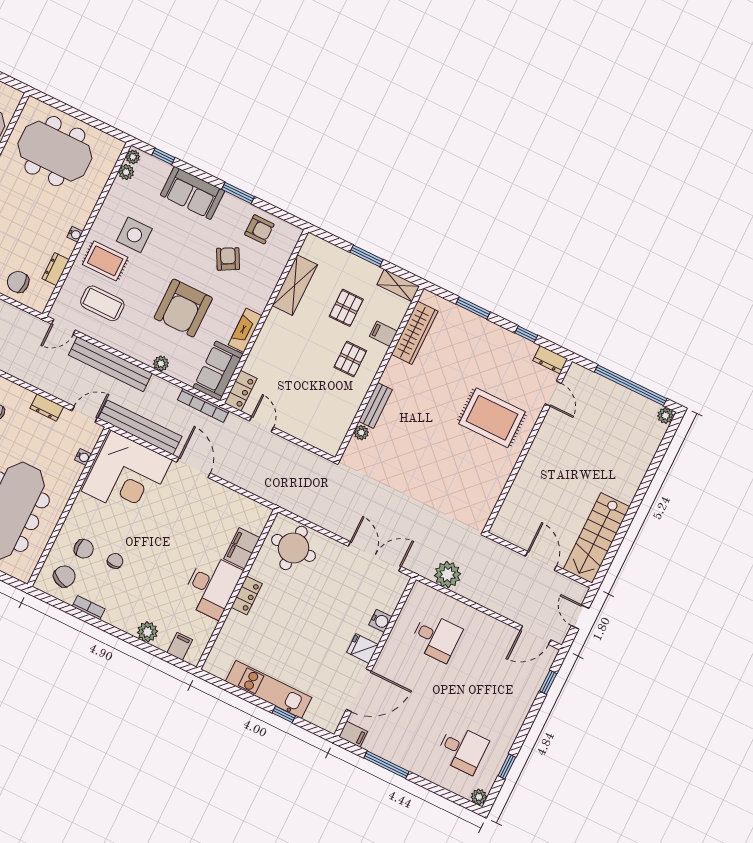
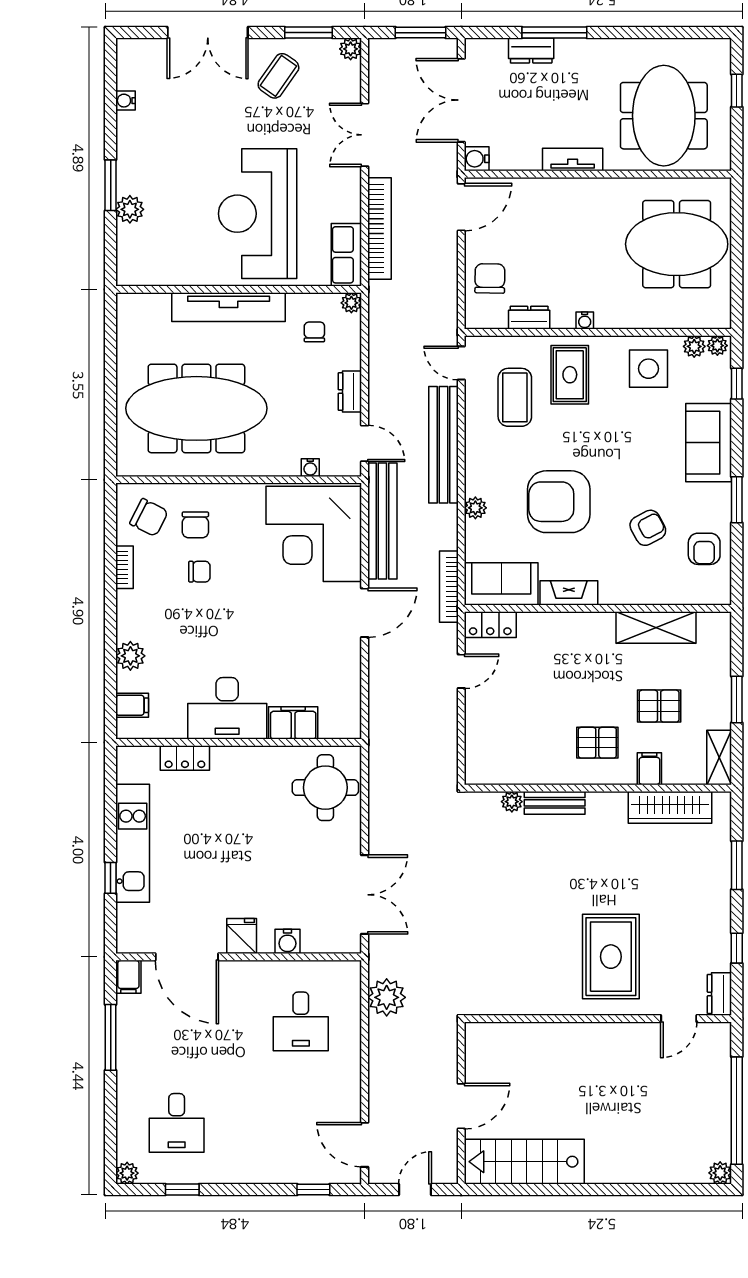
meeting table: (55, 151) -> (677, 244), turned 90
side table: (134, 235) -> (648, 369), moved
locker: (247, 595) -> (185, 758), moved

